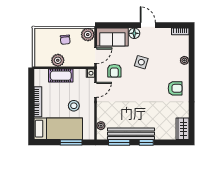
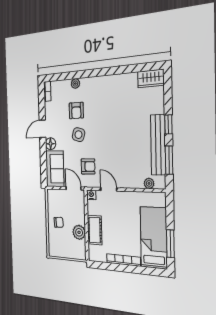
plant: (88, 35) -> (53, 197), removed
armchair: (175, 88) -> (76, 111), moved, turned 180
stool: (74, 106) -> (127, 216), removed
window: (71, 142) -> (170, 244), moved

